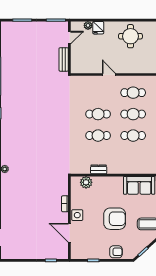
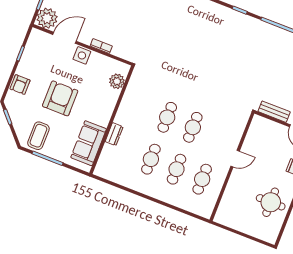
dresser: (99, 169) -> (114, 134), moved
armchair: (115, 219) -> (60, 98), turned 180
plant: (60, 251) -> (47, 18), added

